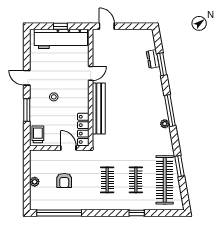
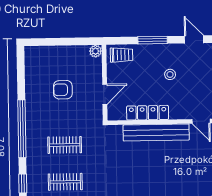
door: (27, 78) -> (194, 39), hinge flipped
locker: (83, 129) -> (148, 113), moved
plant: (35, 182) -> (95, 51), moved
window: (59, 213) -> (22, 129), moved

